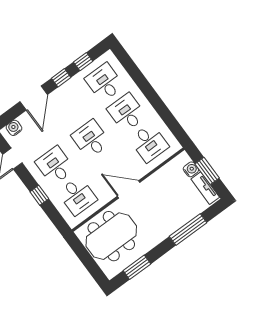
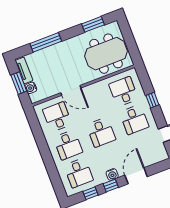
water cooler: (14, 128) -> (112, 174), moved
door: (129, 189) -> (71, 90), moved

